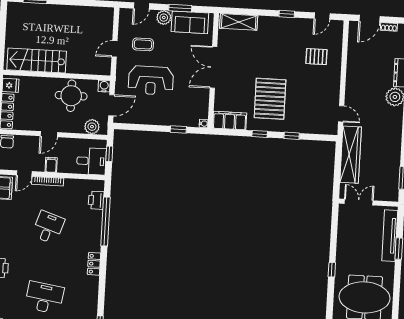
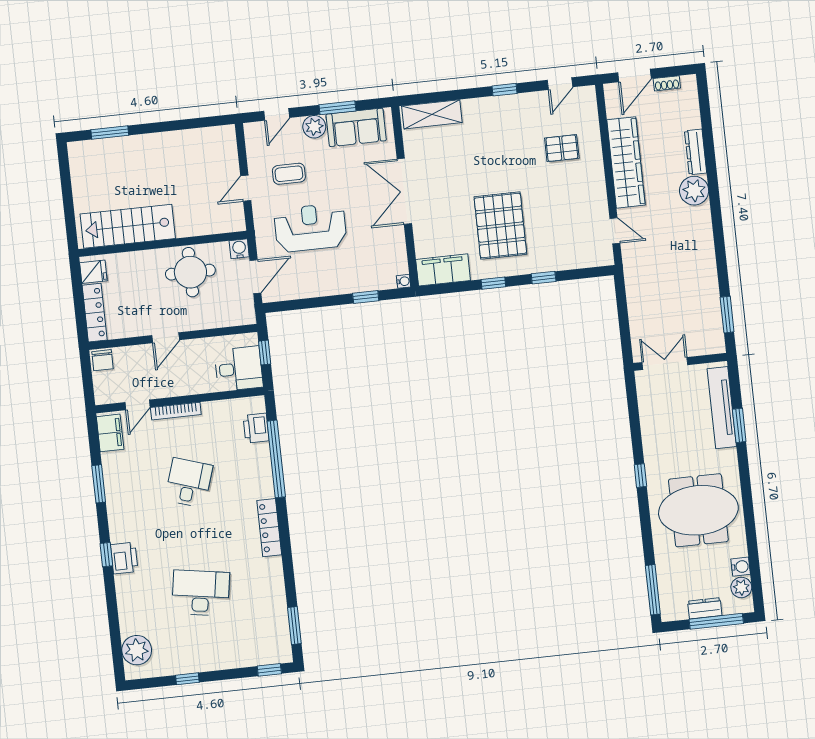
reception desk: (151, 80) -> (310, 228), turned 180
plant: (92, 127) -> (231, 315), removed
wardrobe: (351, 155) -> (626, 162), moved
filing cabinet: (51, 165) -> (177, 385), removed
locker: (94, 264) -> (269, 528), width x1.53

